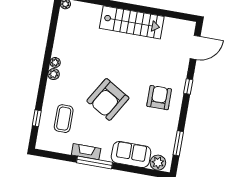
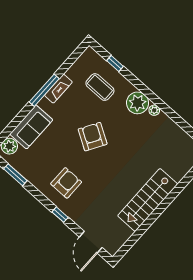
plant: (54, 74) -> (138, 103), width x1.88, depth x1.88
armchair: (159, 98) -> (66, 183), turned -90
armchair: (108, 99) -> (93, 137), width x0.73, depth x0.73

